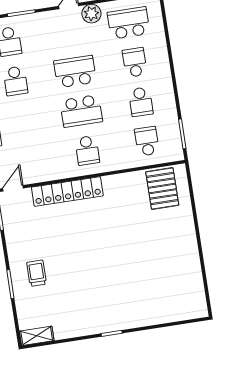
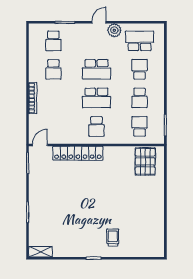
school desk: (75, 72) -> (96, 69), turned 180
trolley: (37, 273) -> (113, 238), moved

